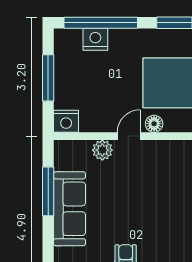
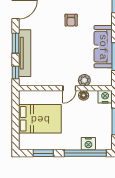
floor lamp: (154, 124) -> (84, 95), moved

